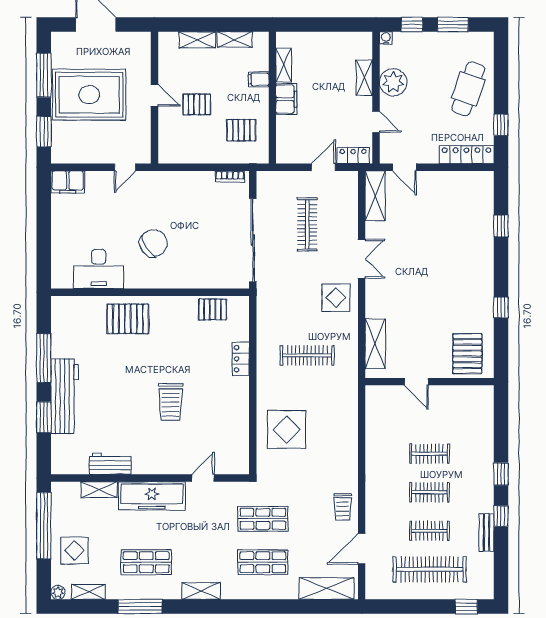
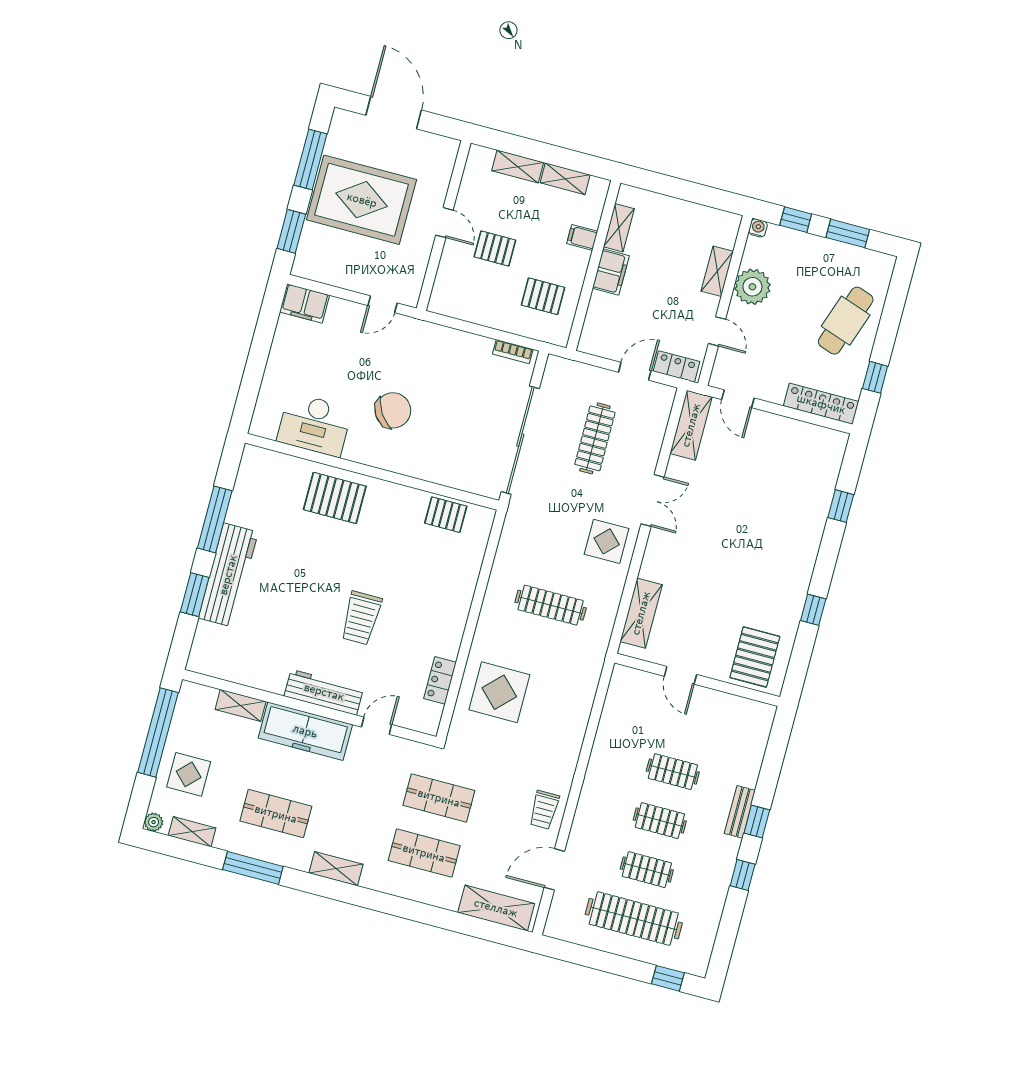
locker: (241, 359) -> (440, 680), moved
workbench: (110, 464) -> (324, 692), moved, width x1.37
bench: (487, 532) -> (740, 812), moved

